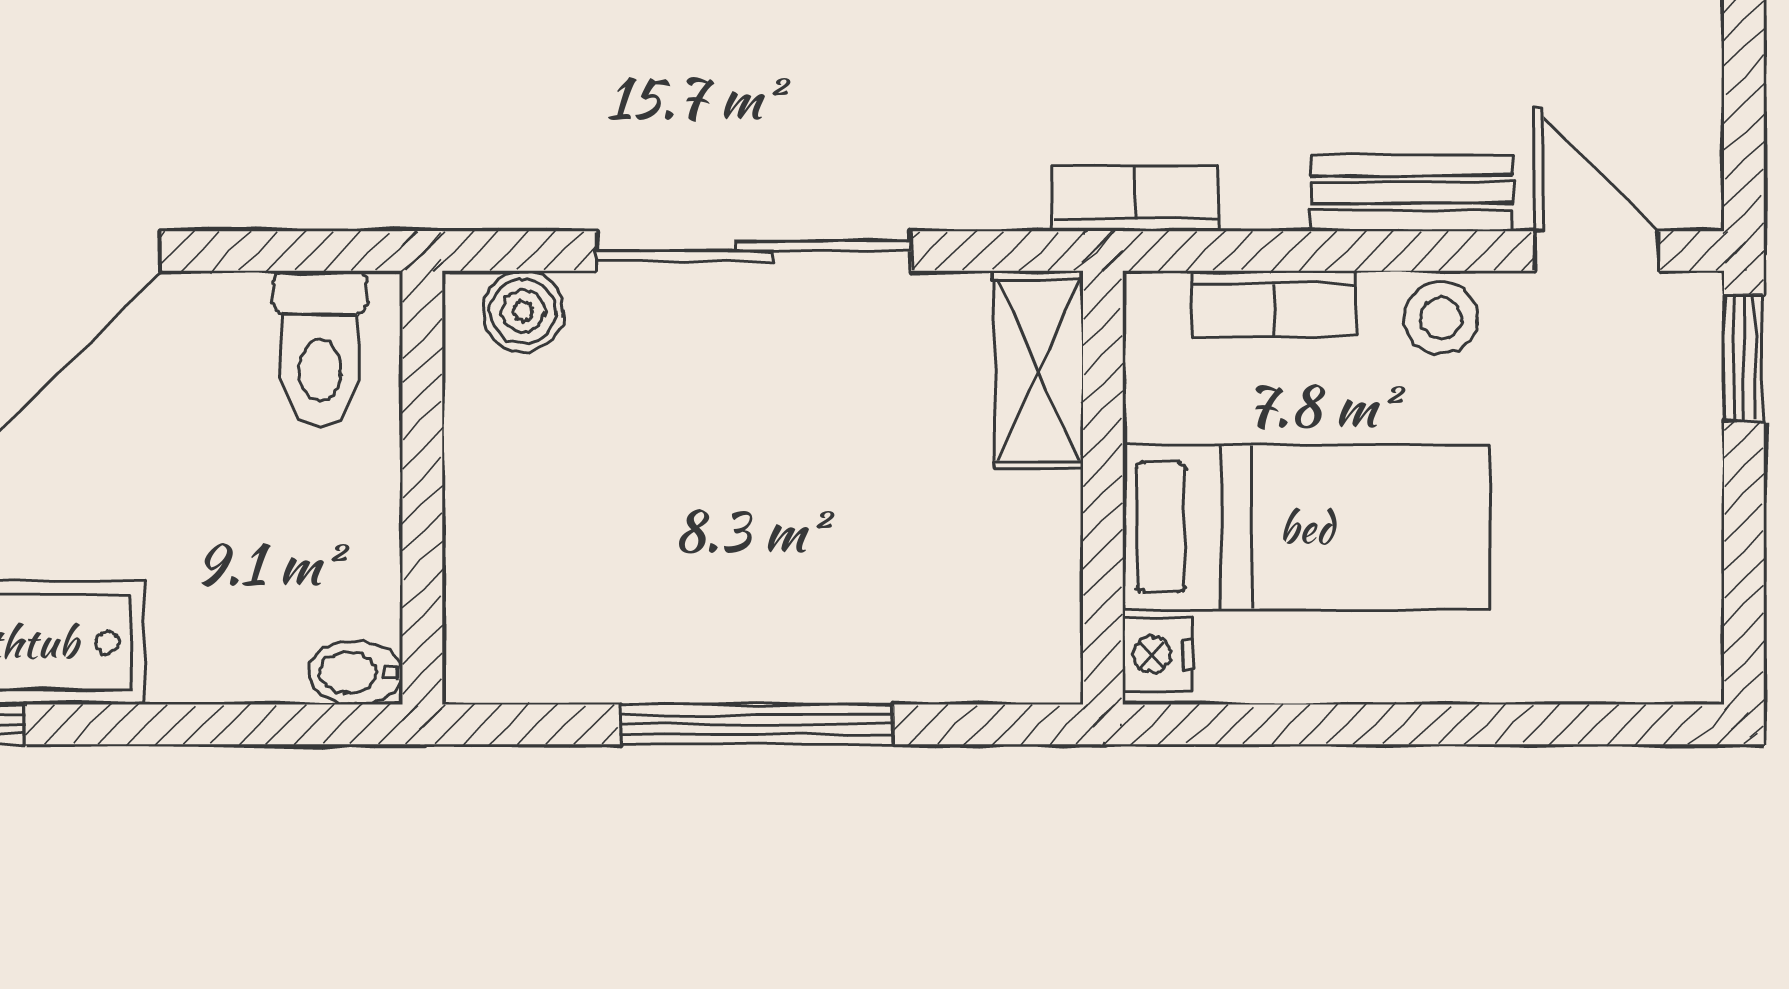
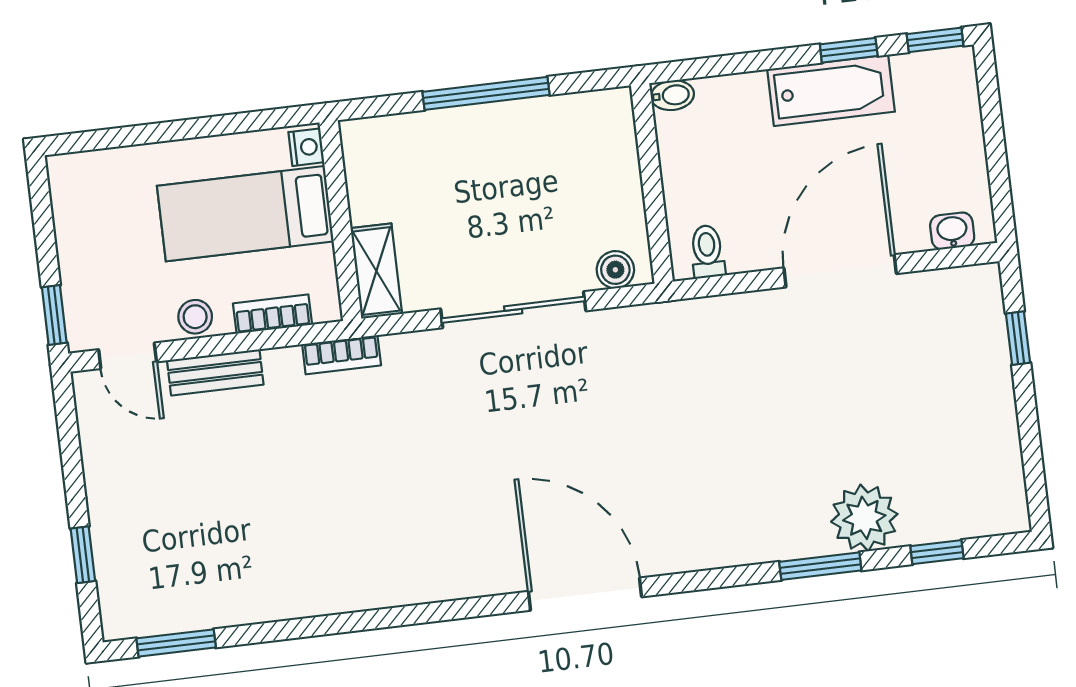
toilet: (320, 348) -> (707, 252), width x0.73, depth x0.72

